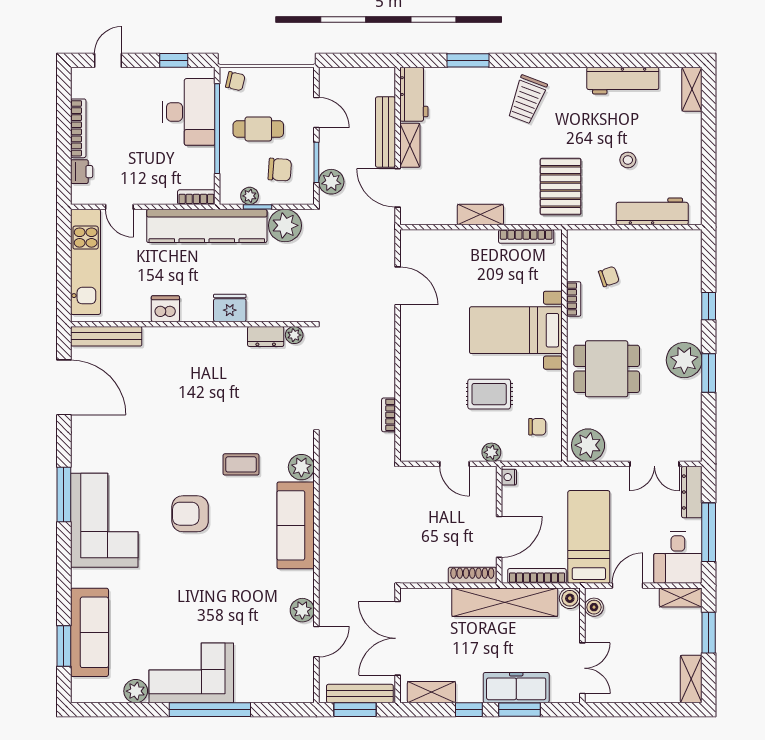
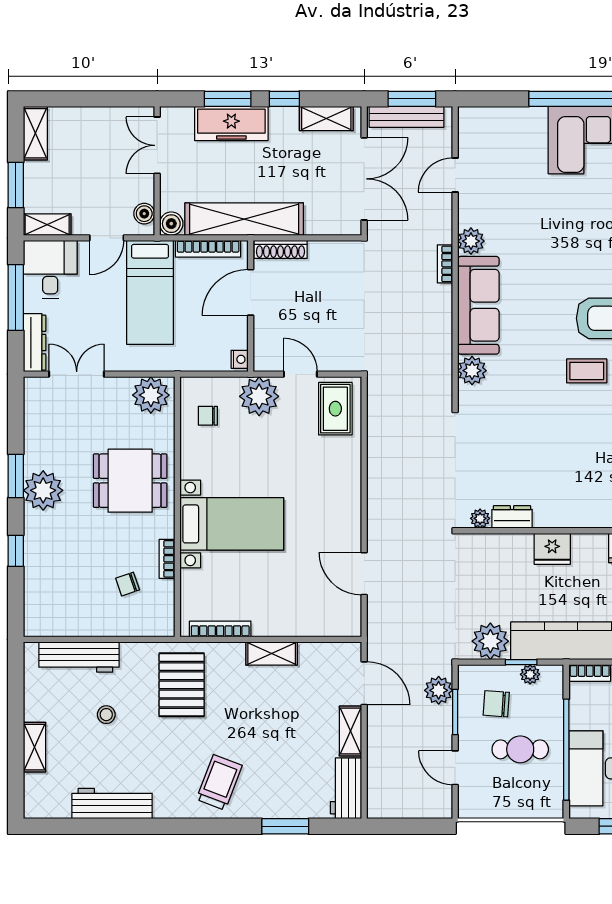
chair: (235, 81) -> (546, 803), removed
shelving: (692, 89) -> (34, 747), moved
bench: (385, 132) -> (378, 746), removed
rug: (489, 394) -> (335, 409), moved, turned 90
bookcase: (389, 415) -> (445, 264), moved, turned 180
plant: (491, 452) -> (259, 396), width x1.87, depth x1.87
coffee table: (241, 464) -> (587, 371), moved
plant: (302, 610) -> (471, 241), moved

